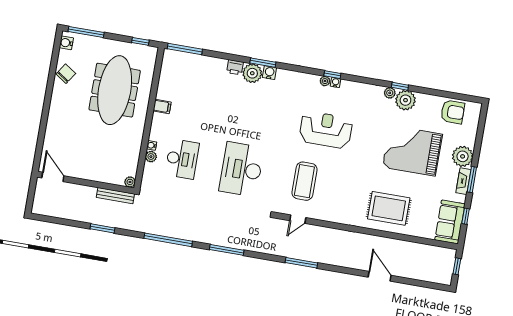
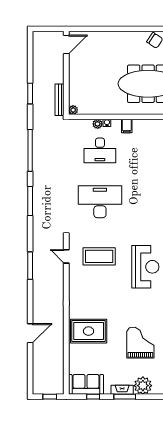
filing cabinet: (162, 106) -> (127, 126), moved
grand piano: (412, 151) -> (140, 343), width x0.73, depth x0.68
rug: (389, 208) -> (89, 331), turned 90

